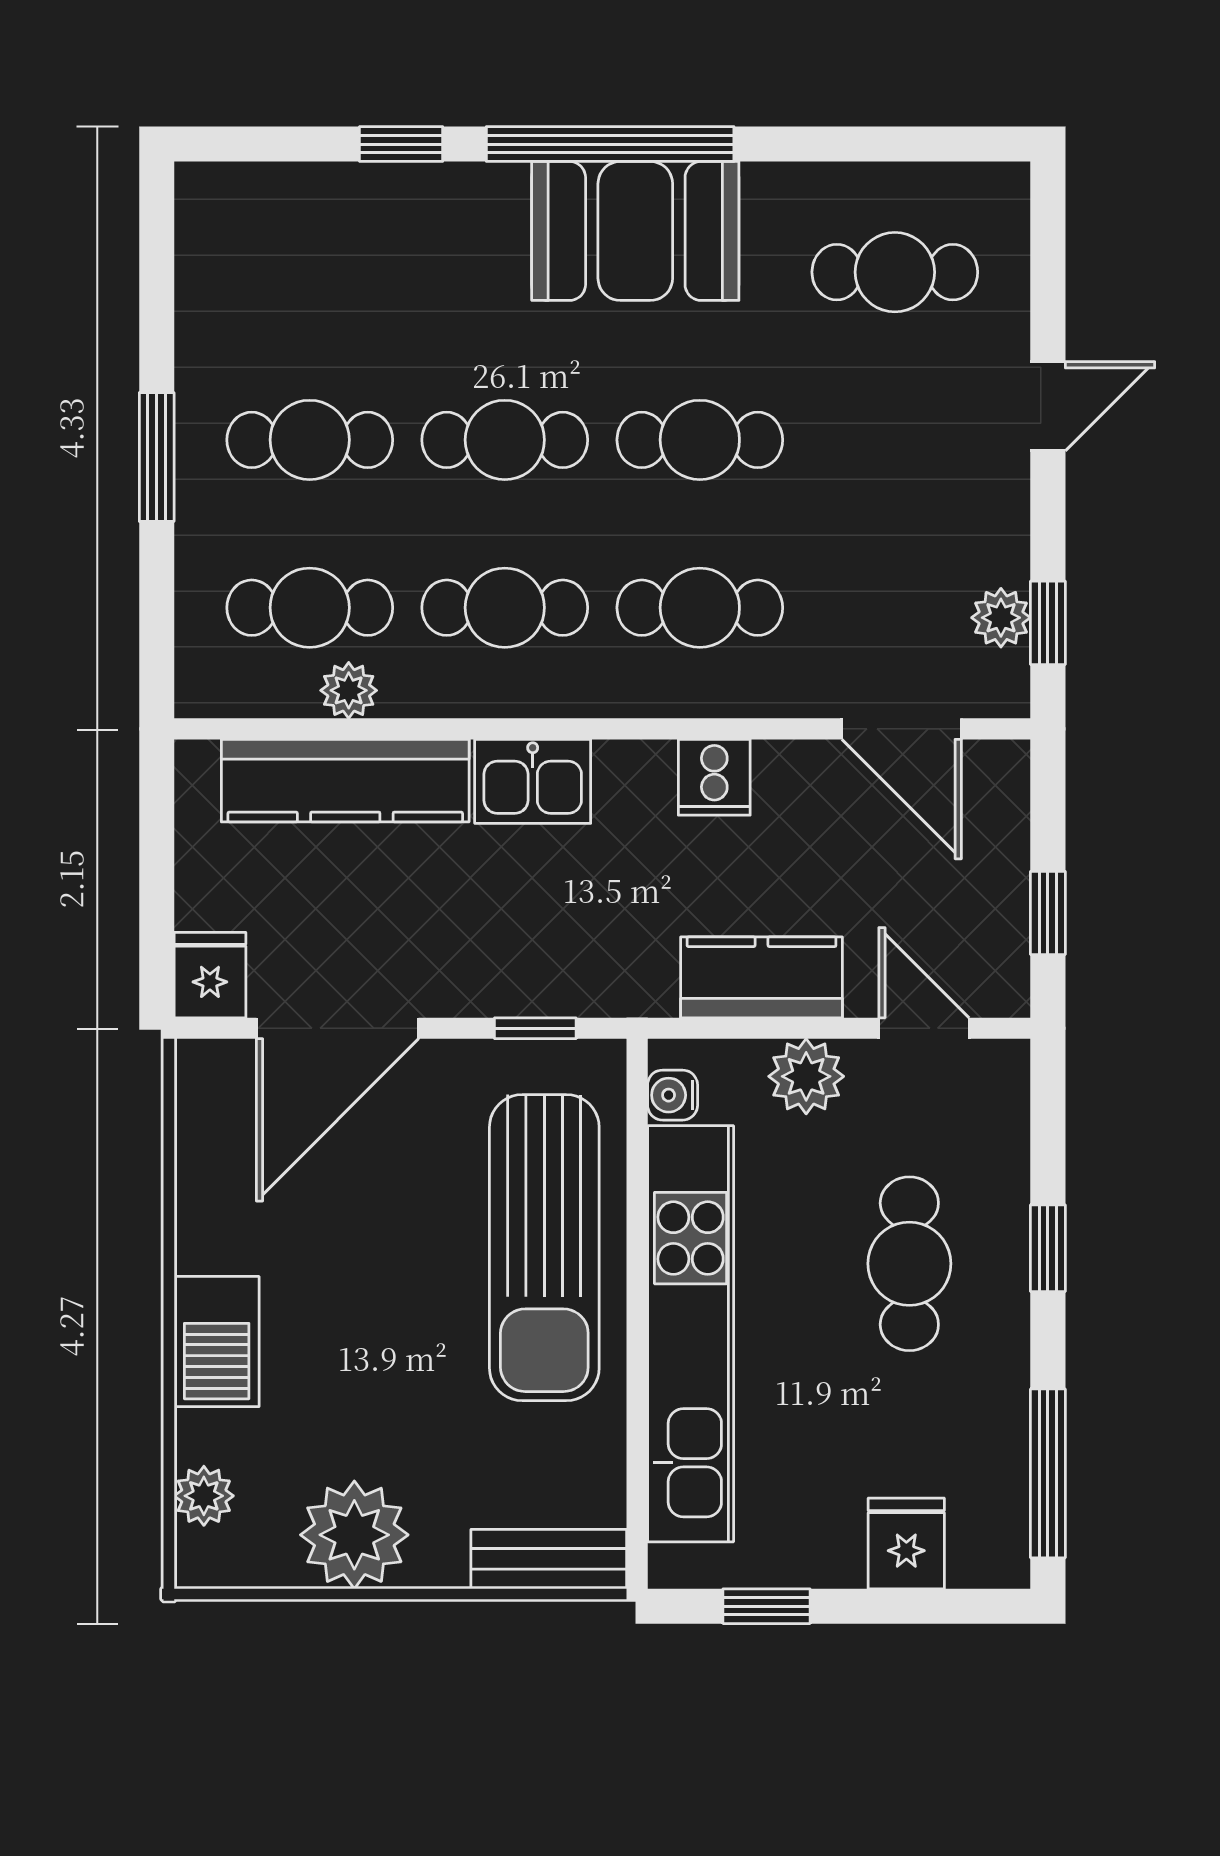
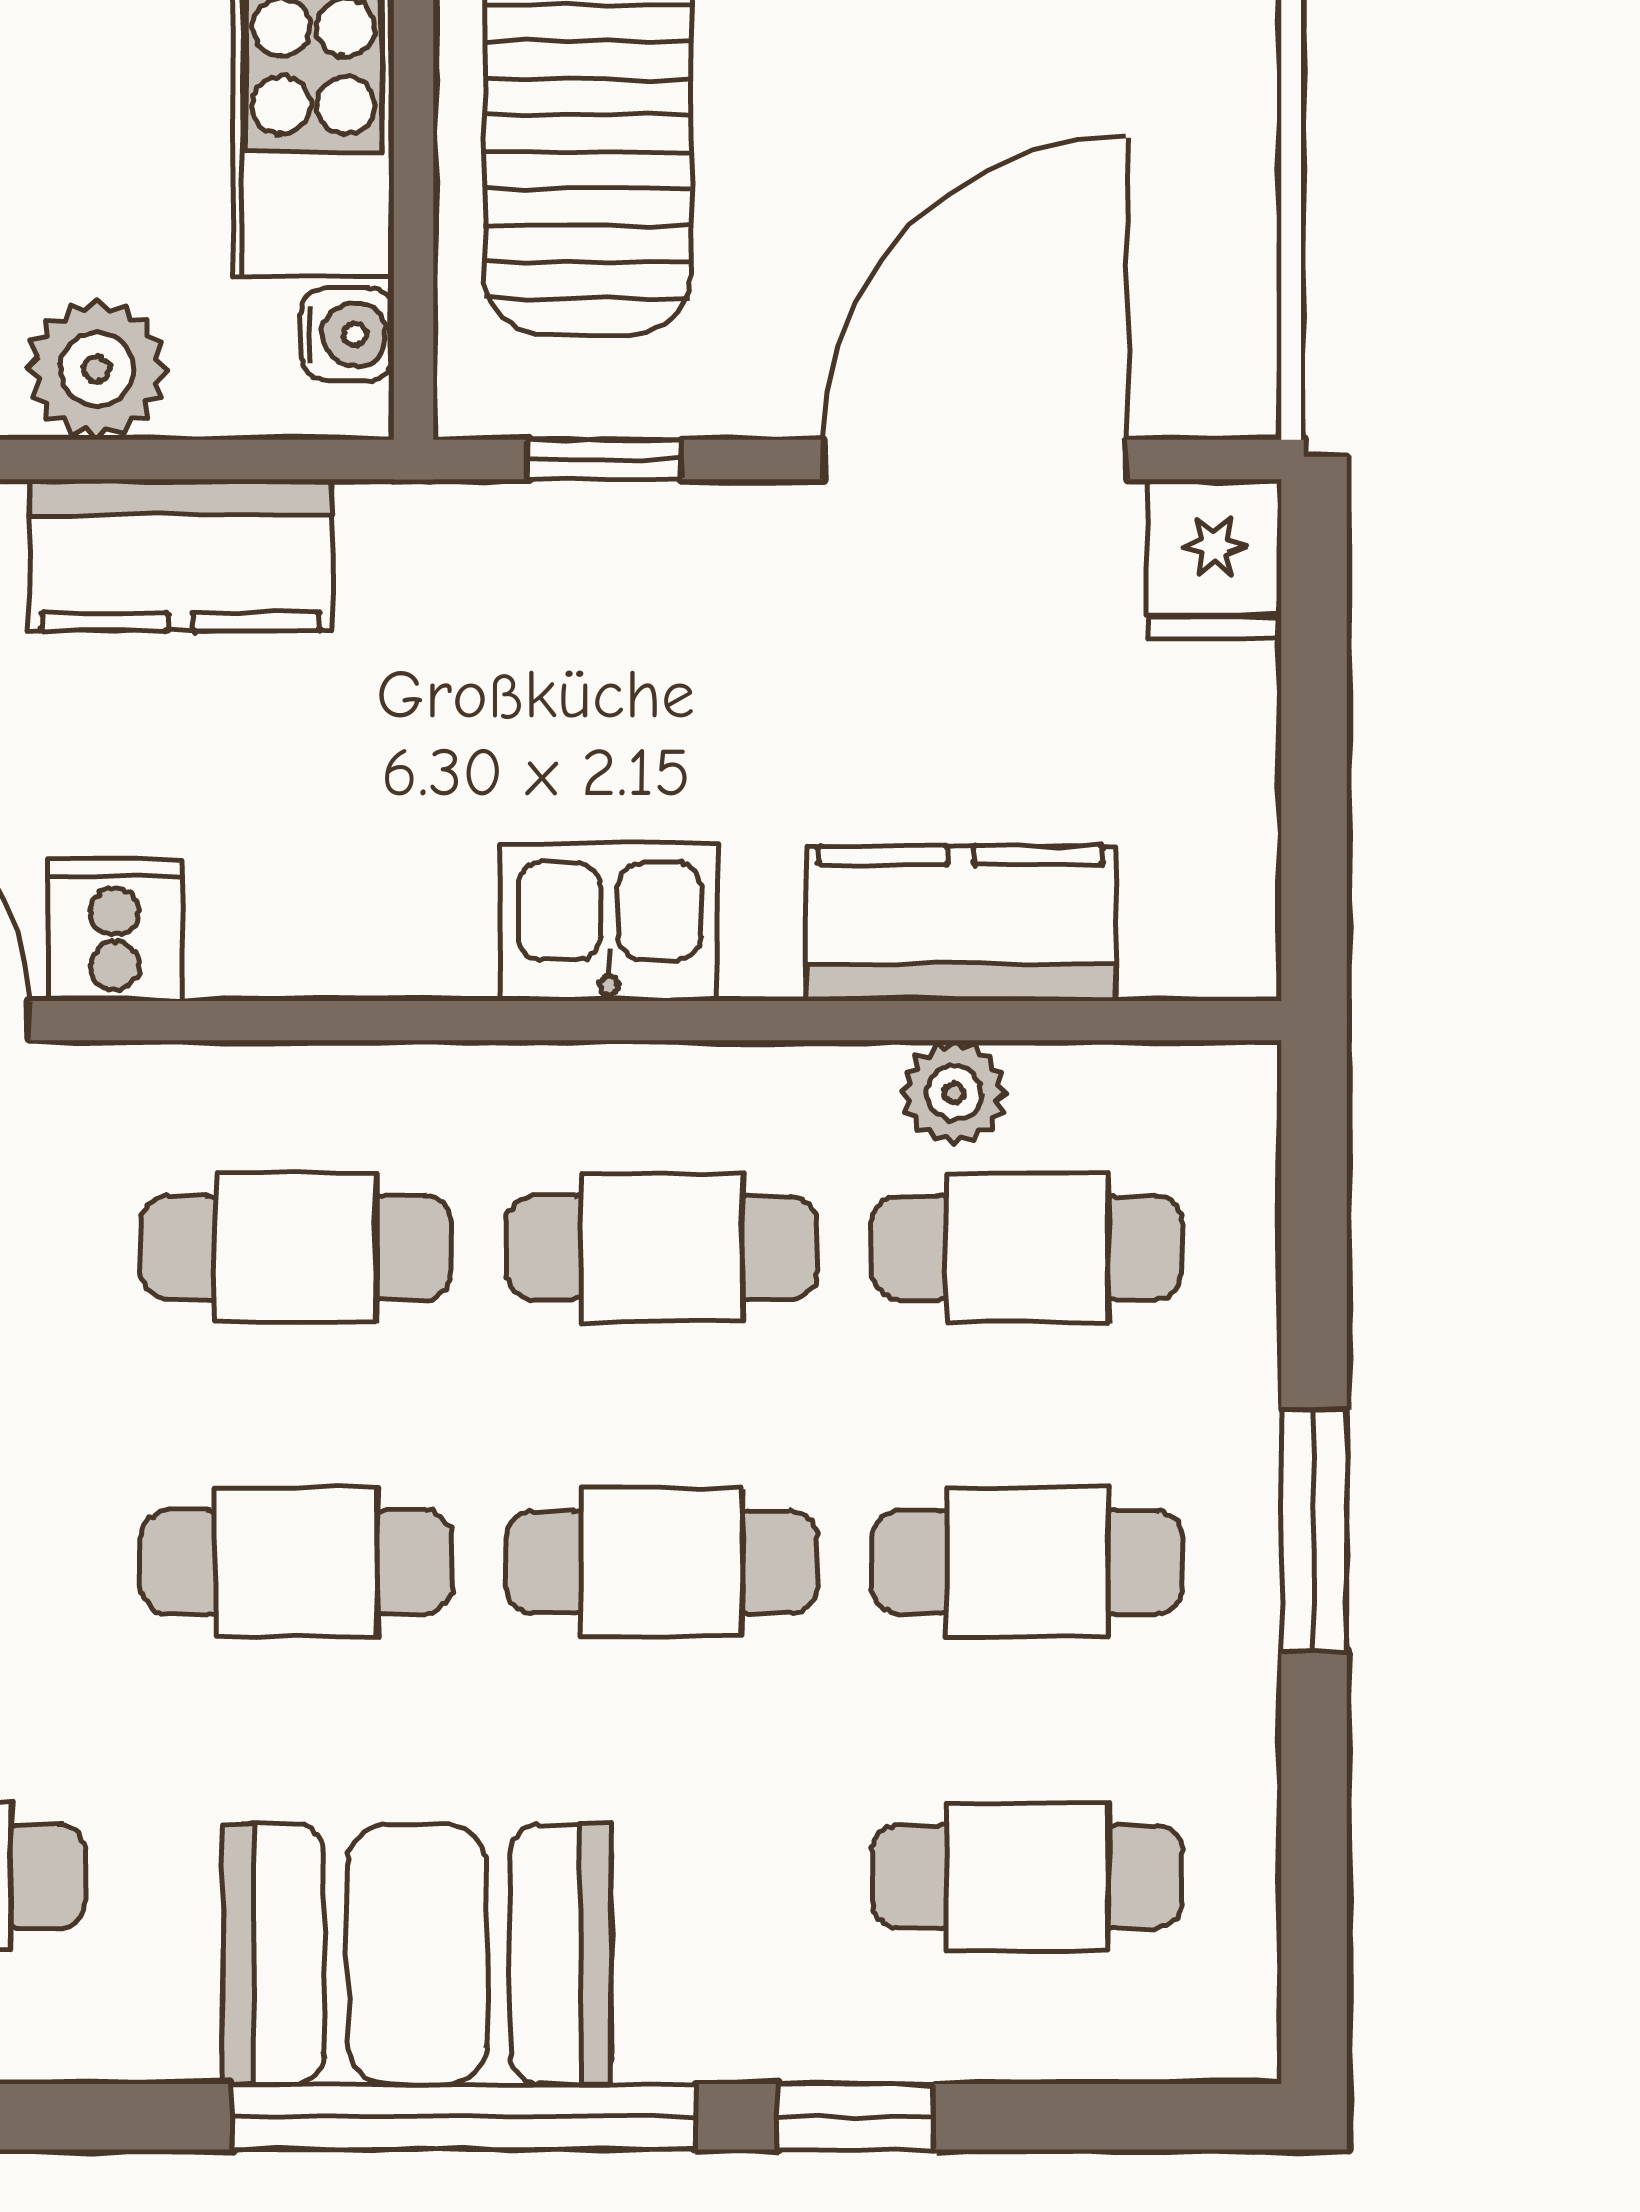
cafe table: (310, 272) -> (1027, 1877), added
cooker: (714, 777) -> (115, 930), moved
kitchen counter: (345, 781) -> (961, 924), width x0.67

